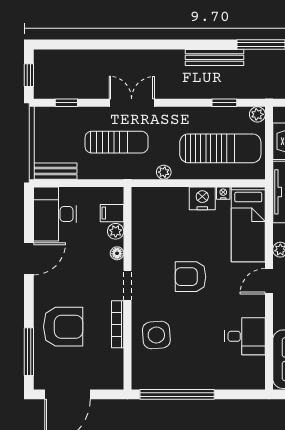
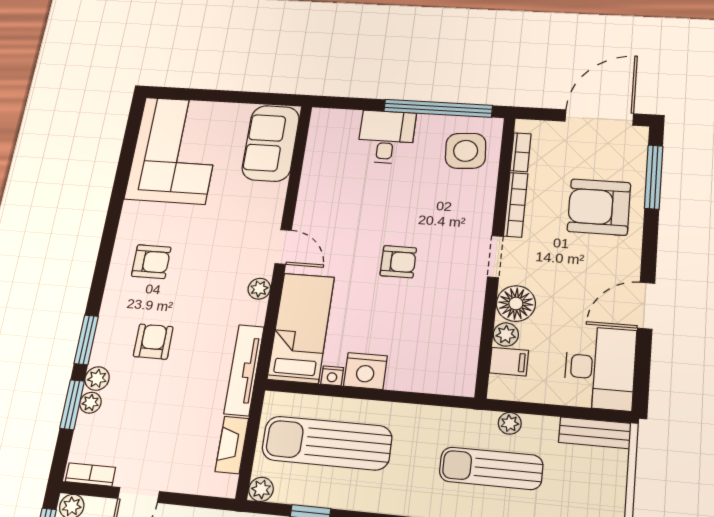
plant: (164, 172) -> (510, 423), moved
floor lamp: (117, 253) -> (516, 304), width x1.89, depth x1.89
armchair: (191, 277) -> (398, 262), width x0.72, depth x0.72
door: (269, 281) -> (283, 247), hinge flipped
side table: (156, 335) -> (466, 151), moved
desk: (245, 336) -> (386, 137), moved, turned 90
bookcase: (118, 364) -> (521, 152), added

